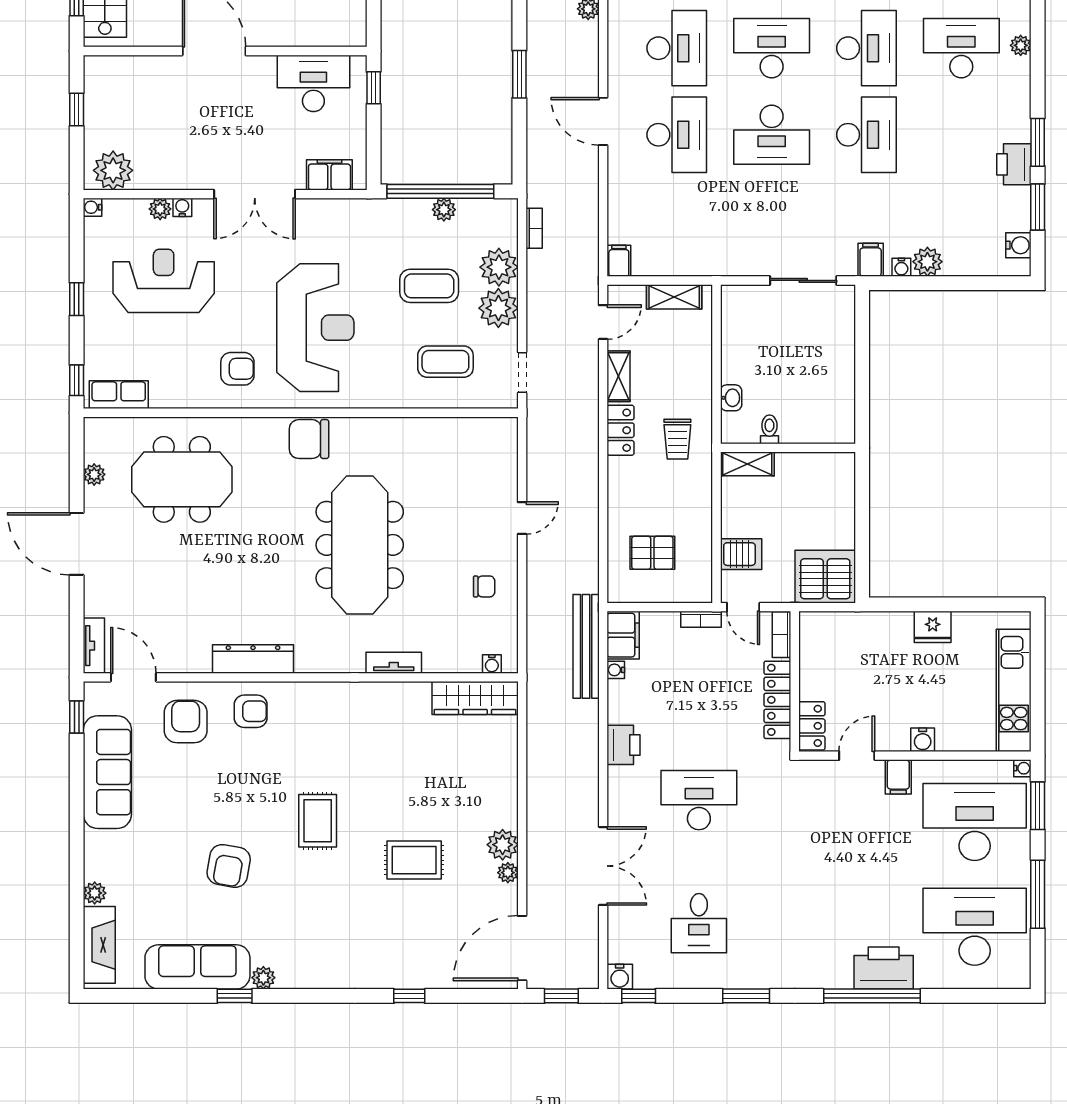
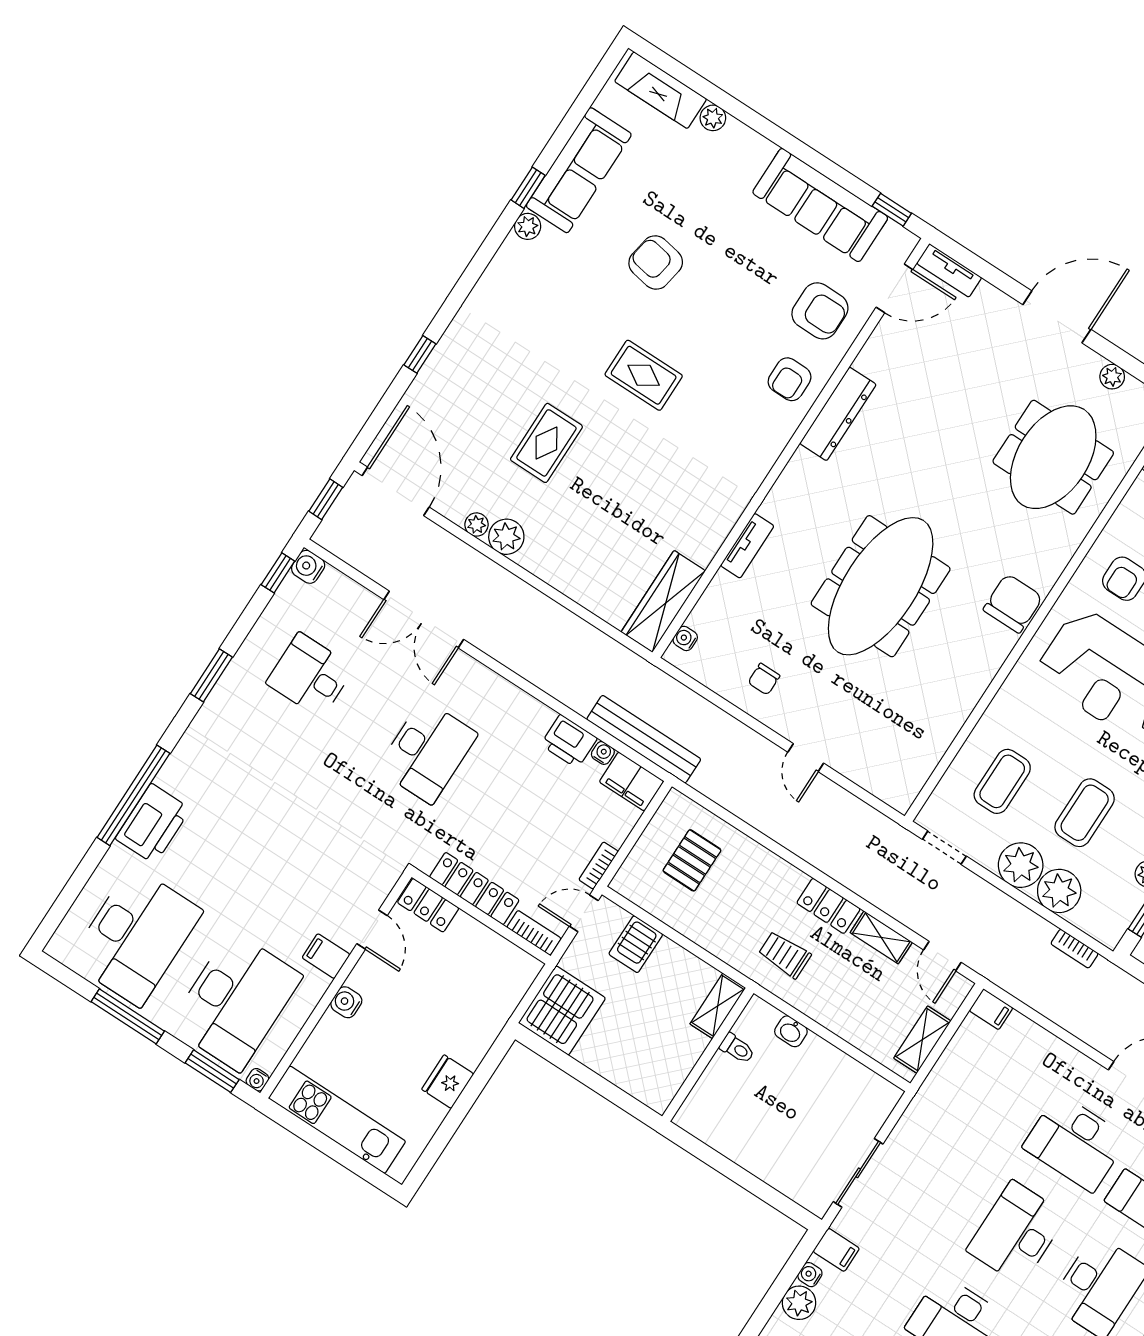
meeting table: (360, 545) -> (881, 586), turned 90
printer: (623, 745) -> (569, 741), moved

